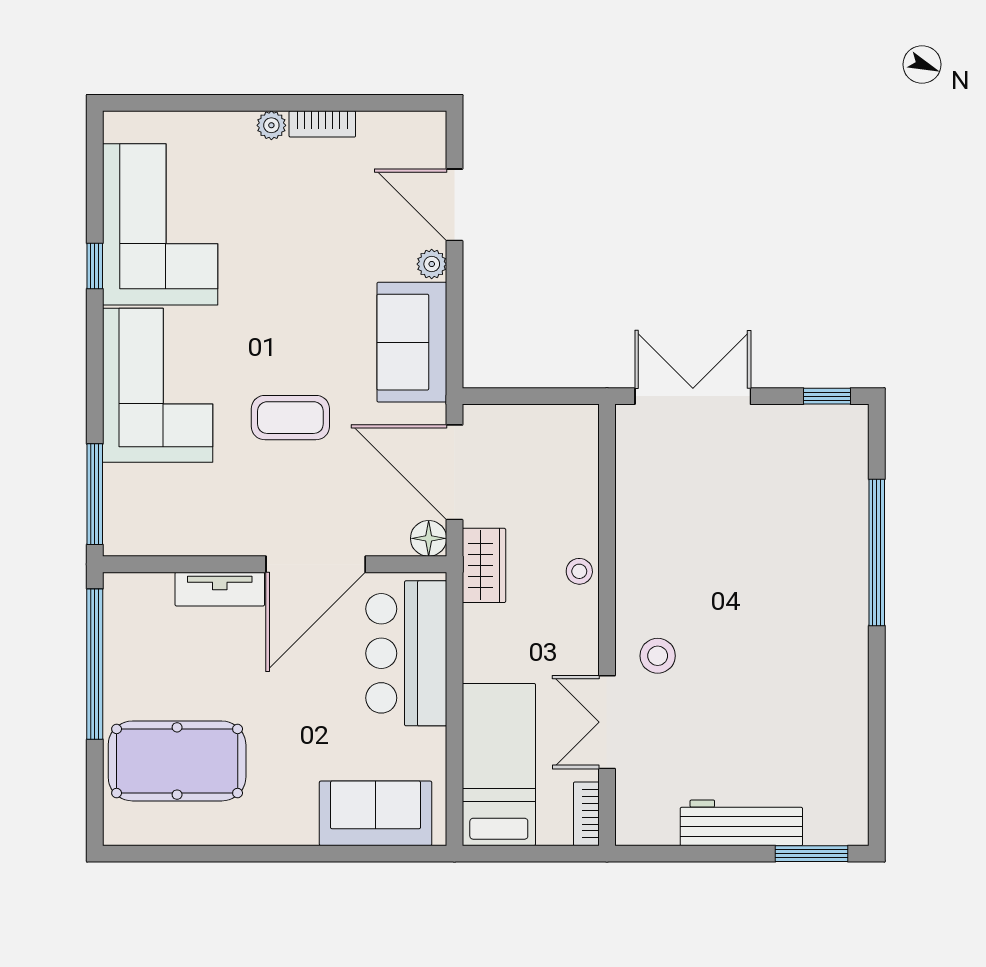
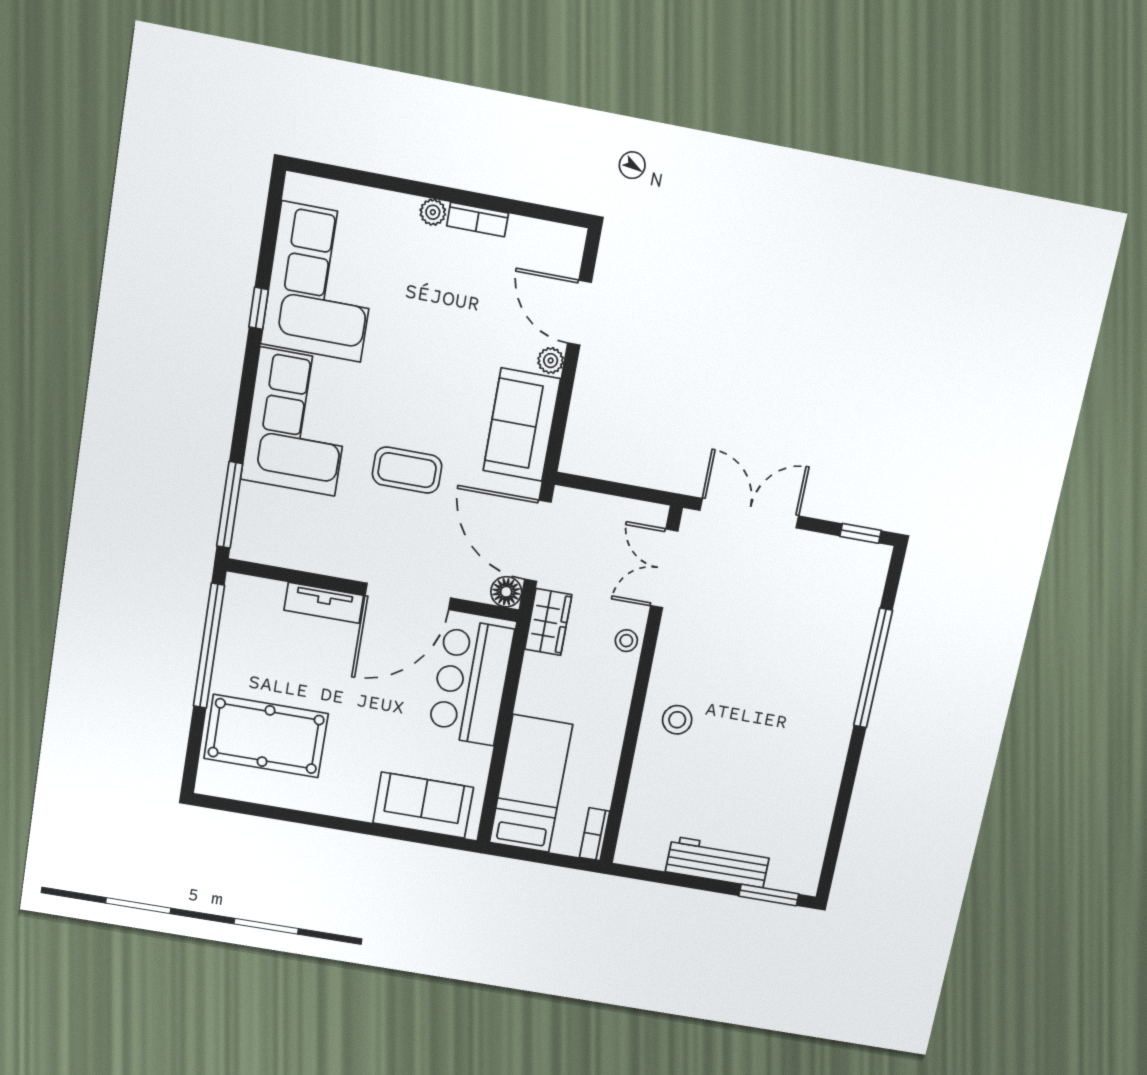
double door: (607, 722) -> (664, 569), moved

